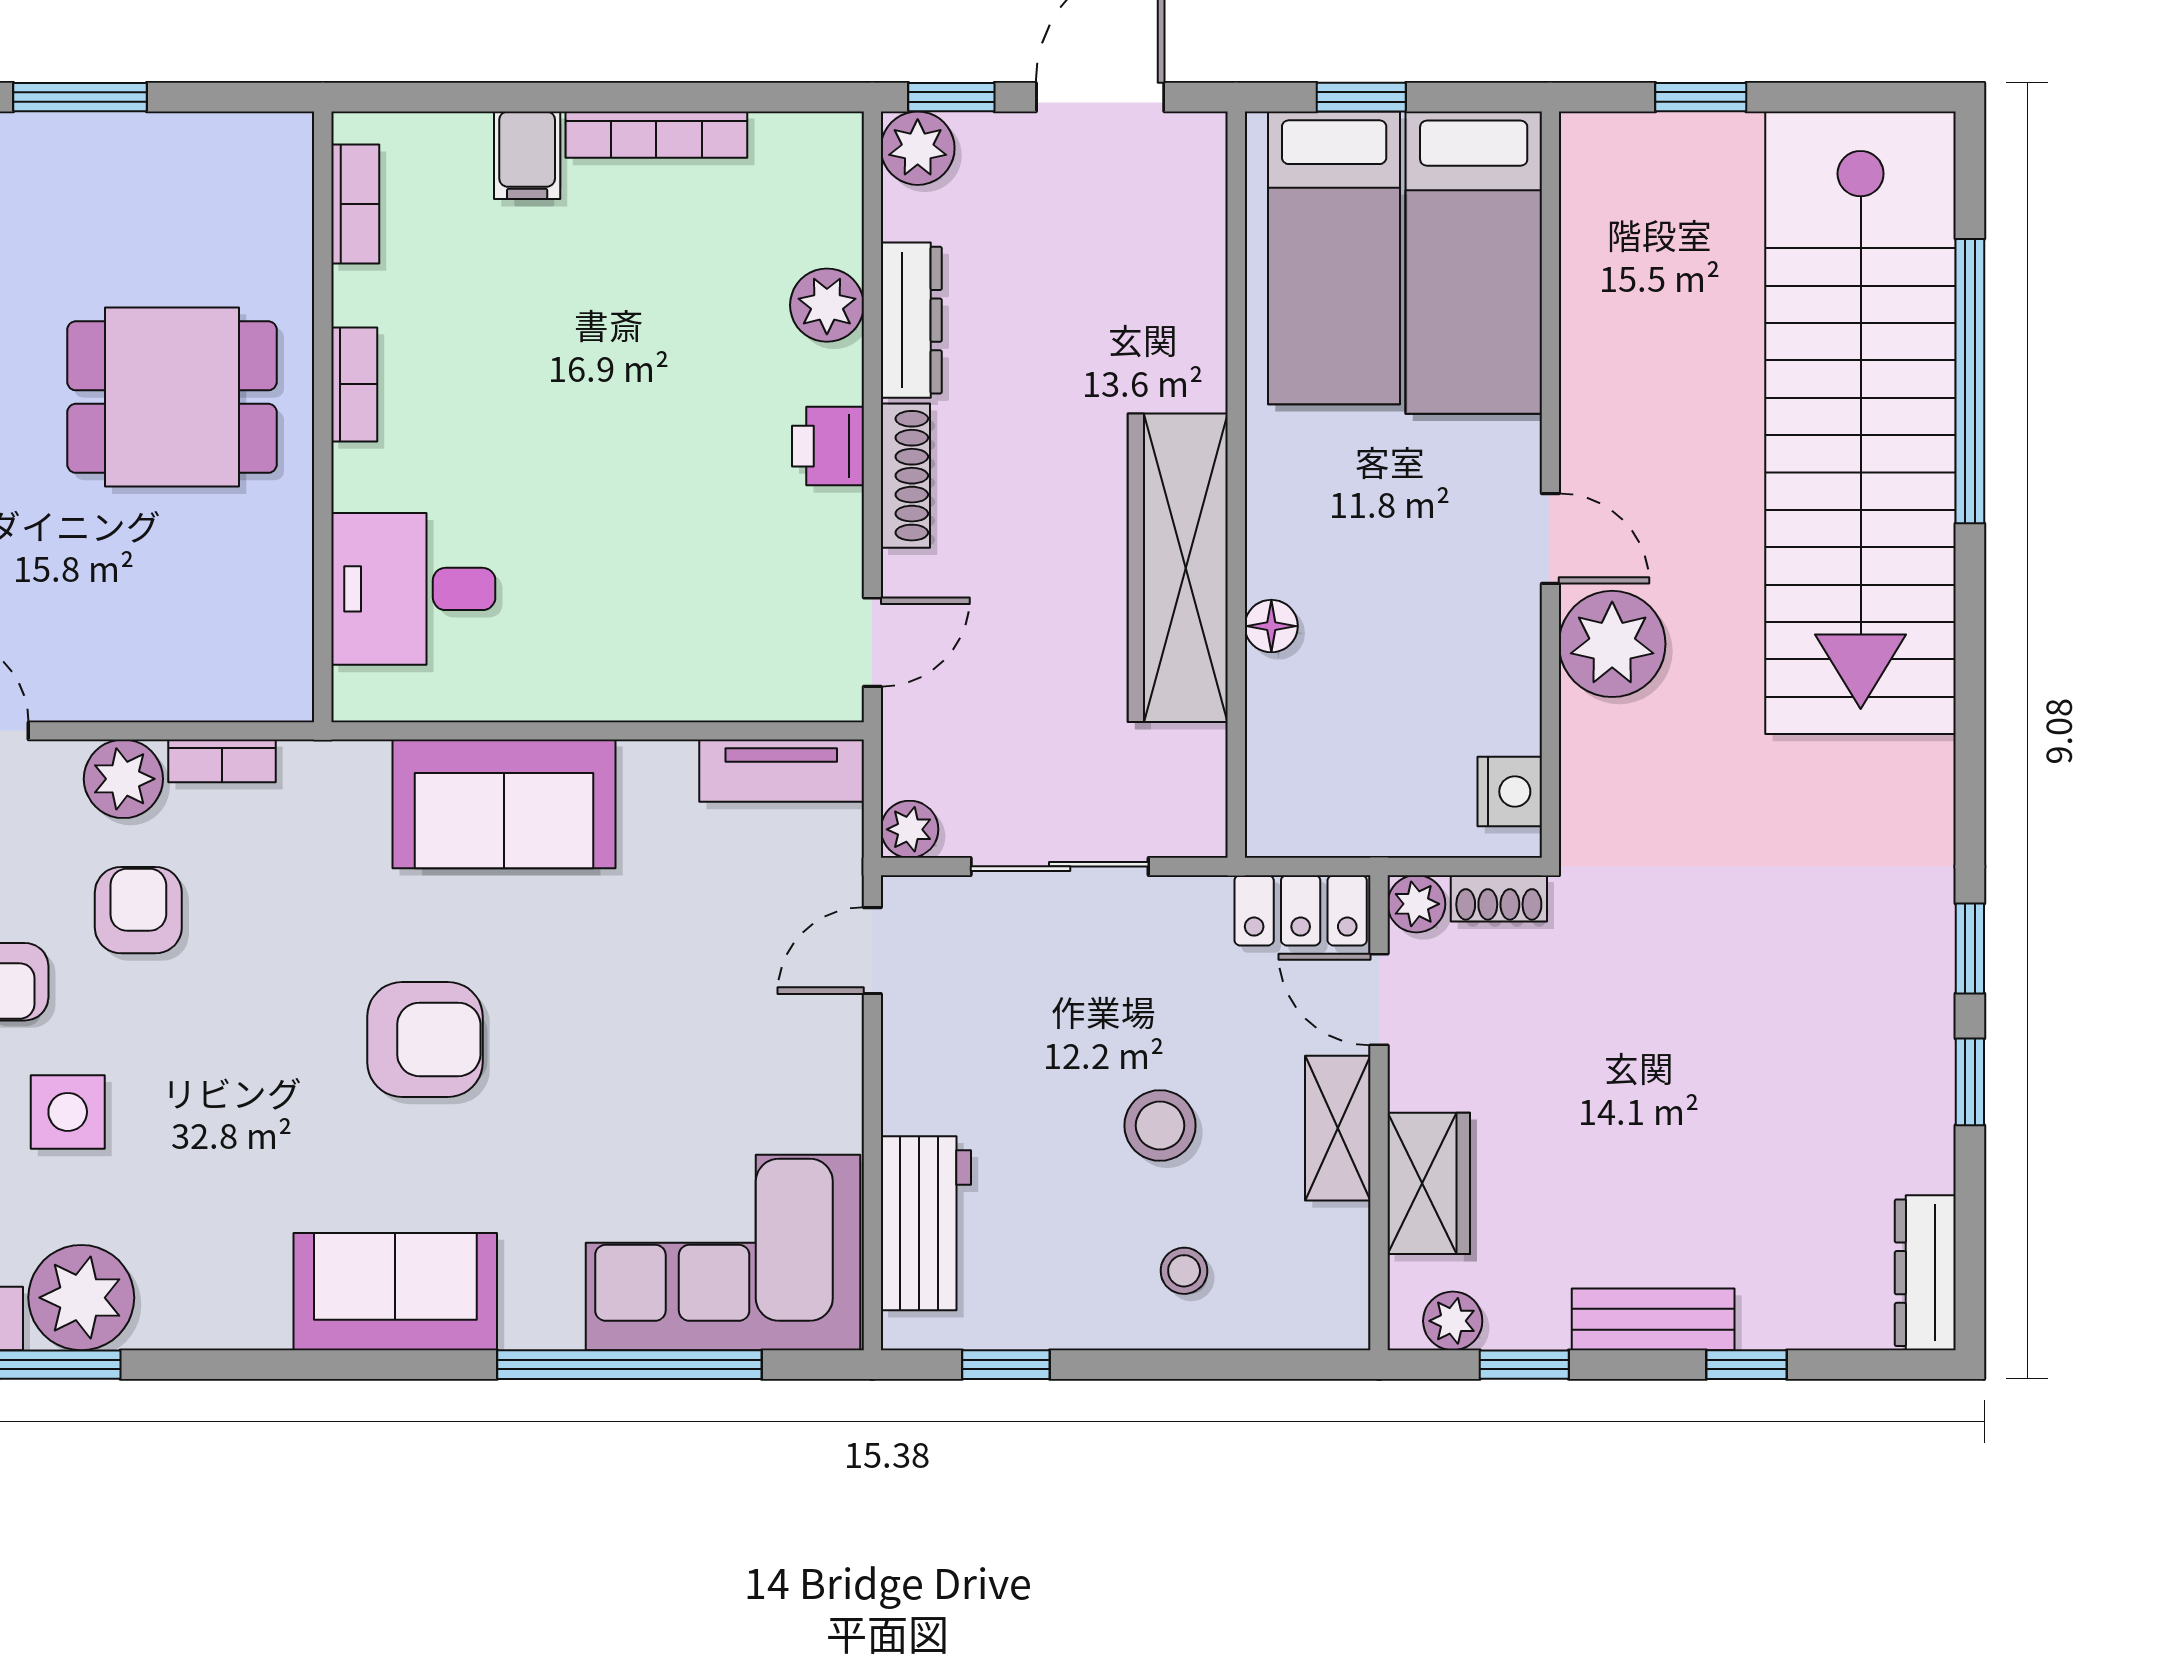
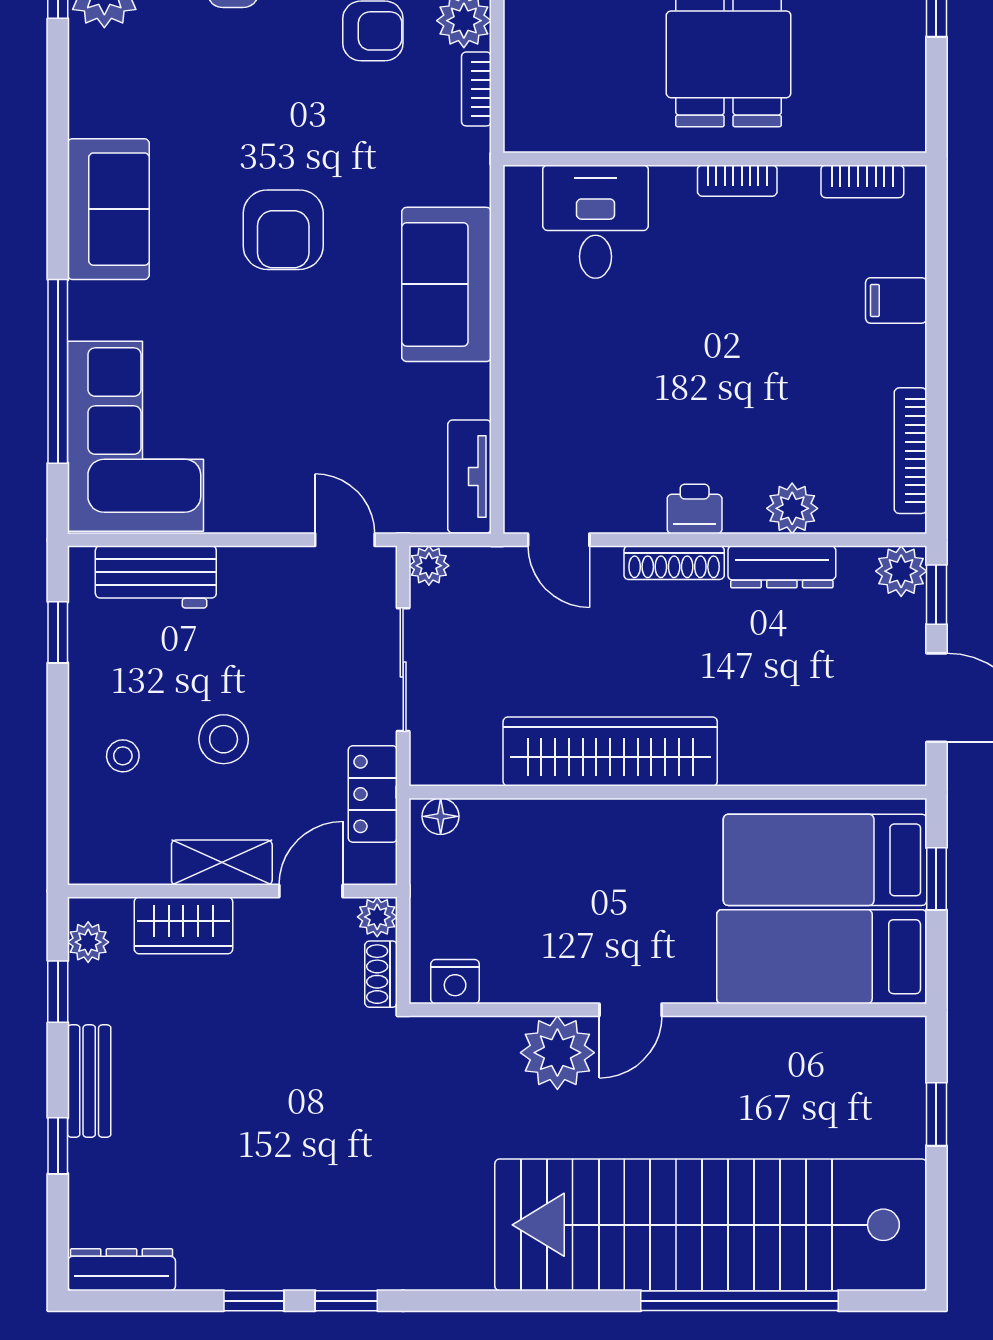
bookcase: (656, 135) -> (910, 451), moved
floor lamp: (1271, 626) -> (441, 816), moved
locker: (1301, 910) -> (373, 794), moved

